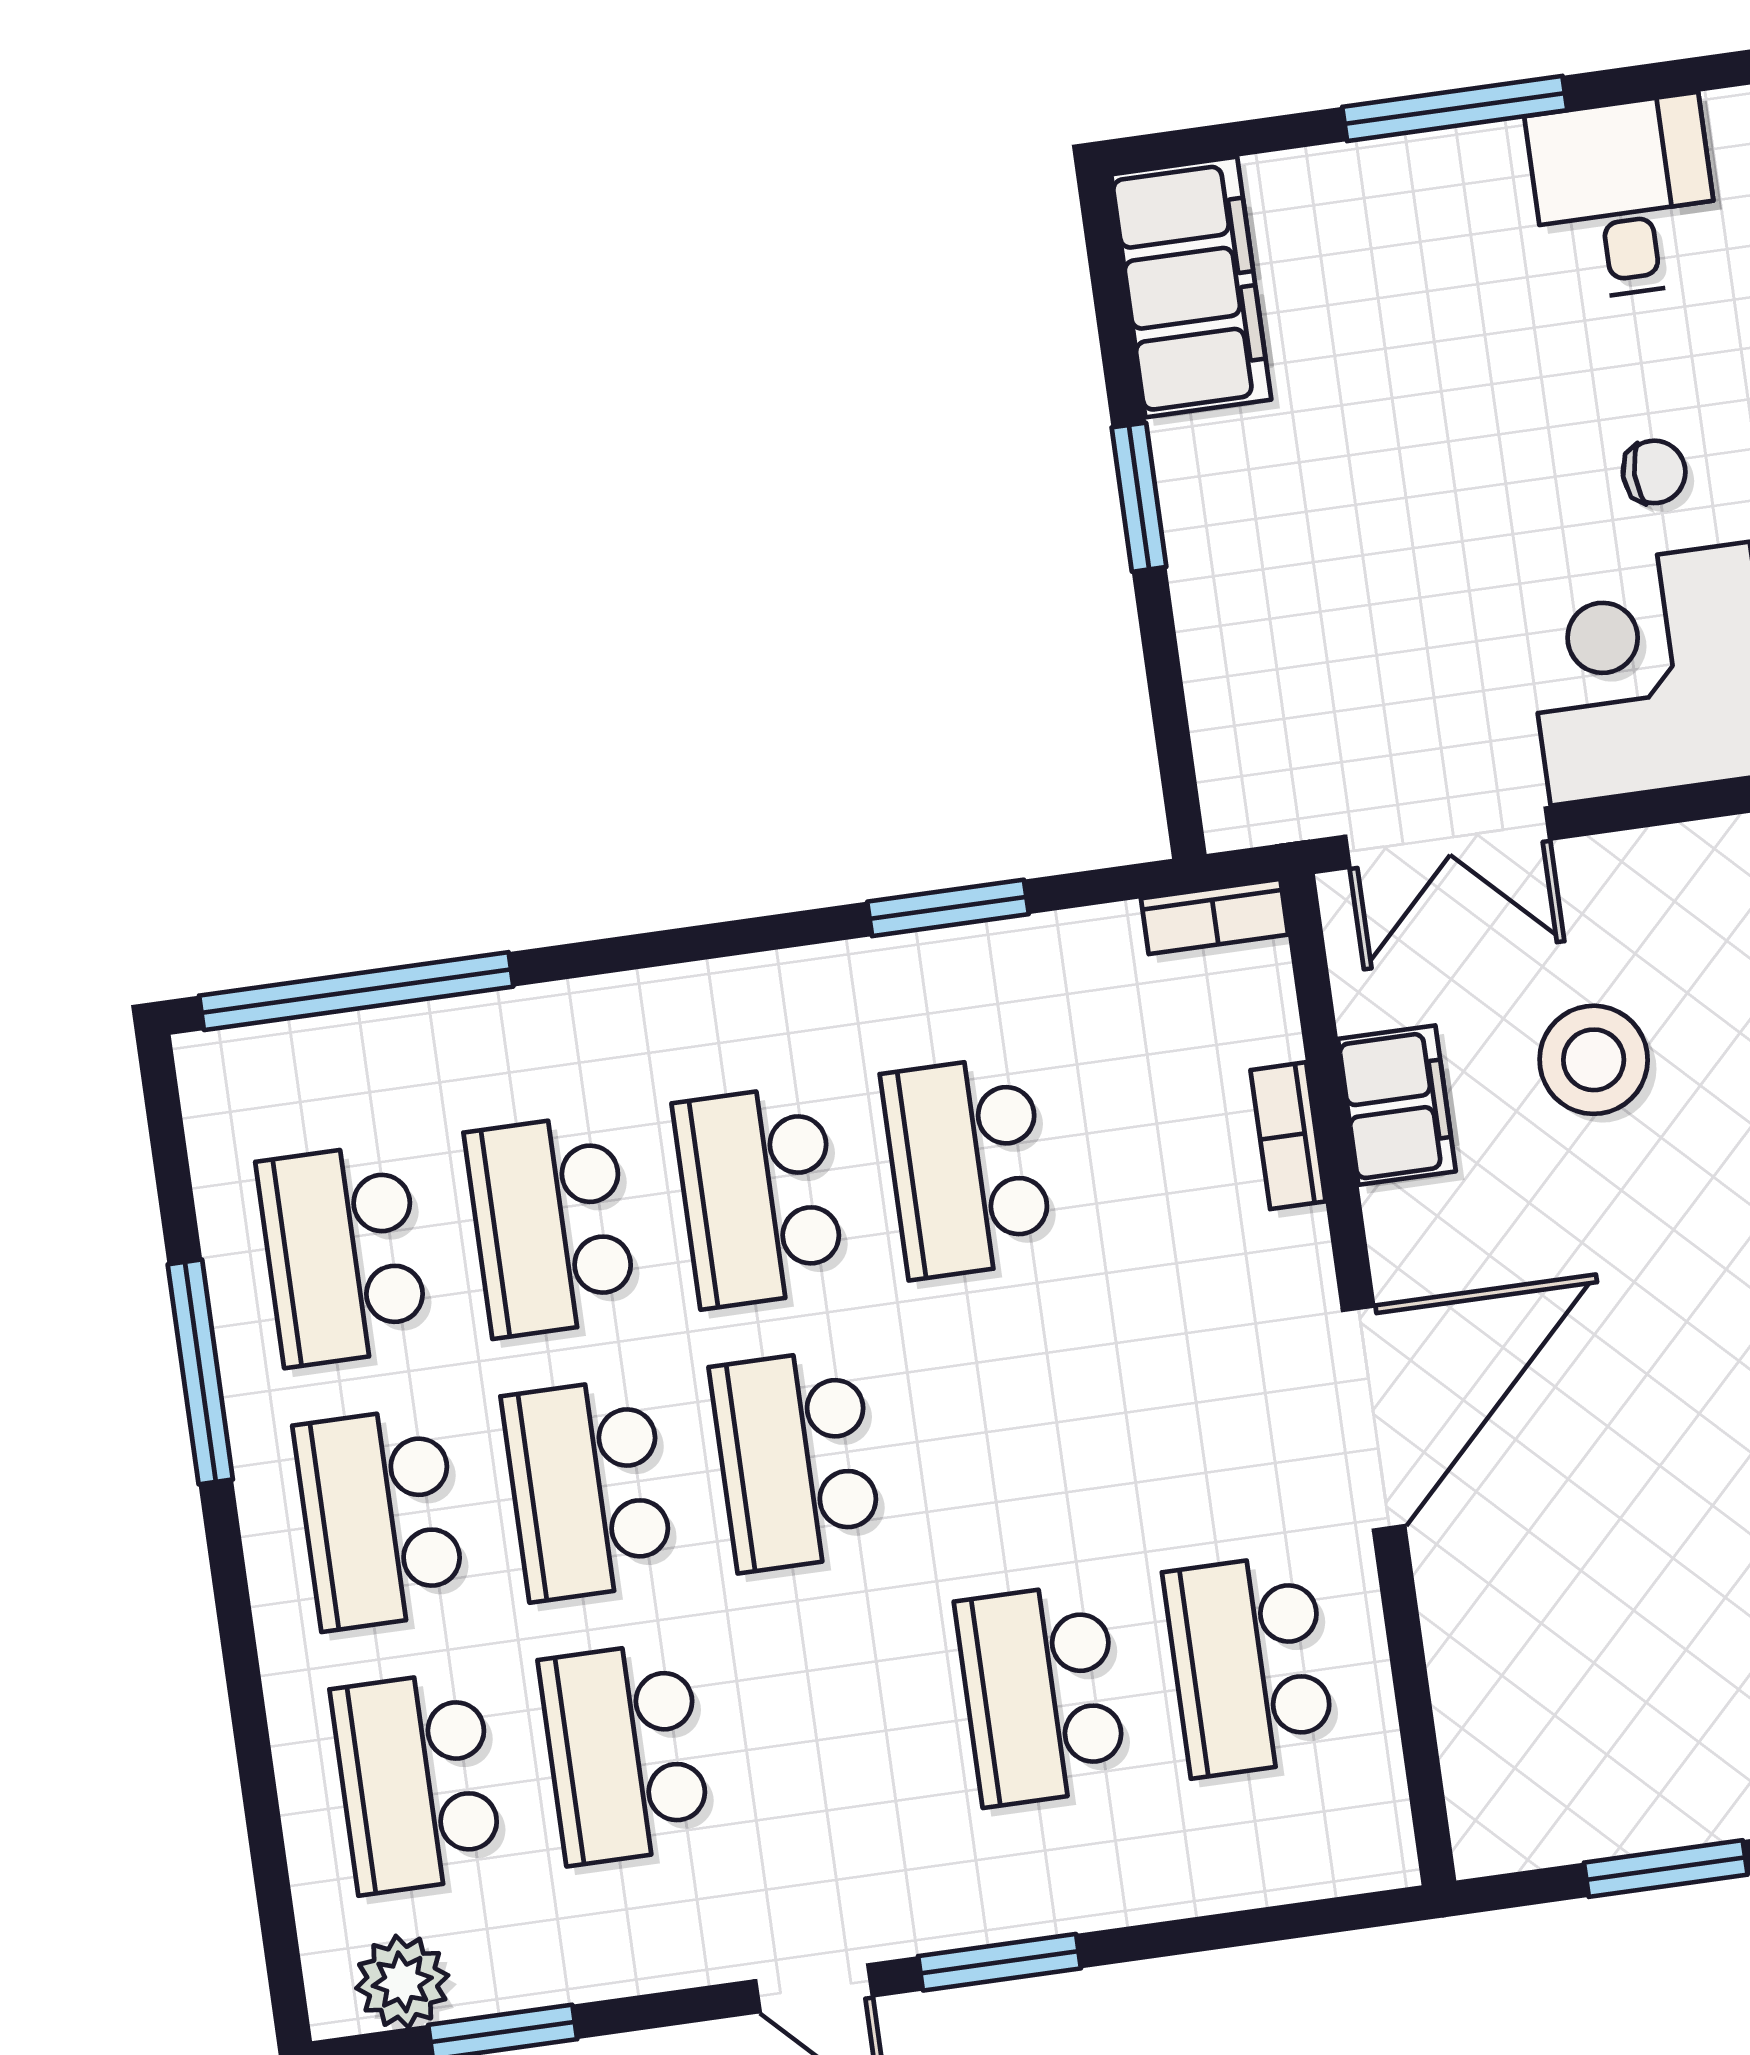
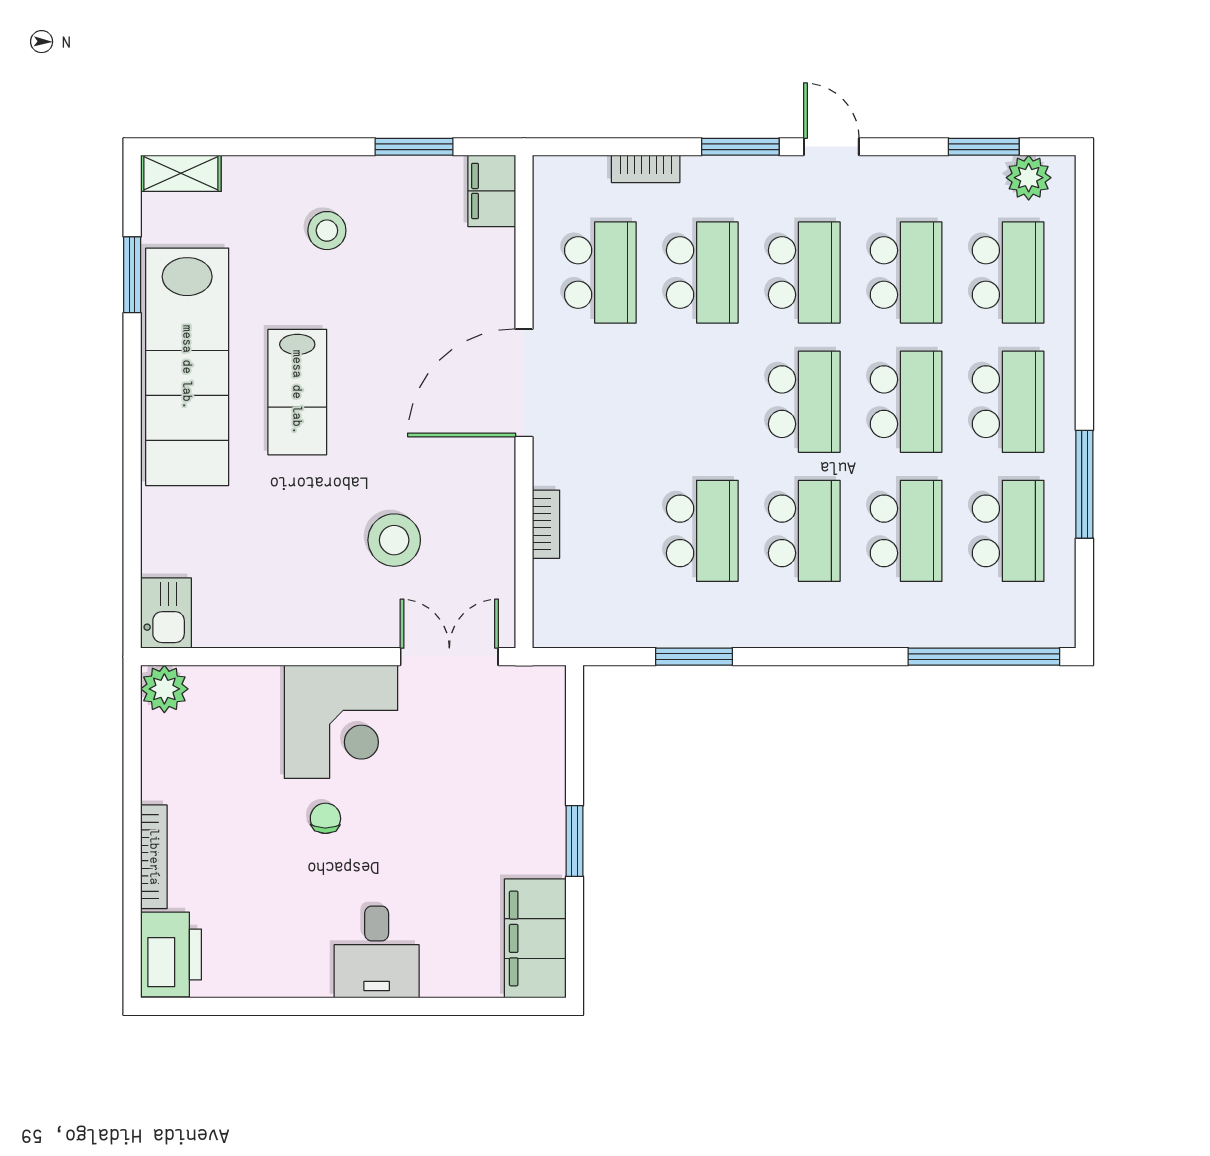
window: (1455, 109) -> (397, 1006), removed
desk: (1624, 198) -> (377, 952), moved
chair: (1654, 472) -> (325, 818), turned 91
bookcase: (1214, 916) -> (646, 169), moved, turned 180
filing cabinet: (1397, 1105) -> (492, 191), moved
school desk: (833, 1724) -> (804, 273), added

